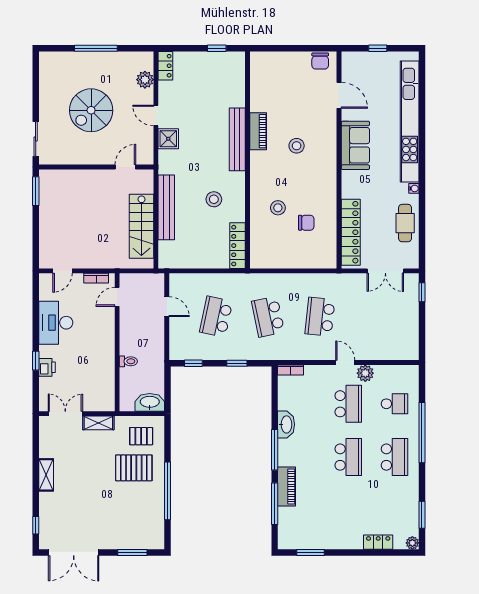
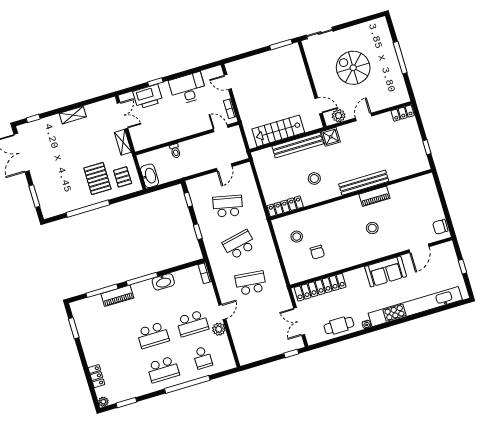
plant: (145, 80) -> (339, 116), moved
shower: (168, 139) -> (331, 137), moved
stool: (278, 208) -> (297, 237), moved
printer: (47, 367) -> (148, 97), width x1.87, depth x1.48

